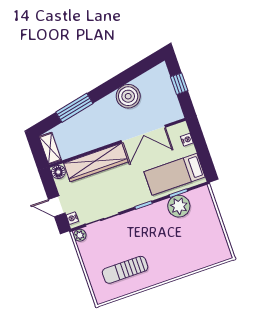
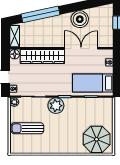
window: (74, 108) -> (41, 14), width x1.46
double door: (143, 134) -> (81, 48), swing flipped
plant: (179, 206) -> (56, 106), moved
parasol: (205, 247) -> (97, 139), added
sun lounger: (125, 270) -> (27, 128), moved

